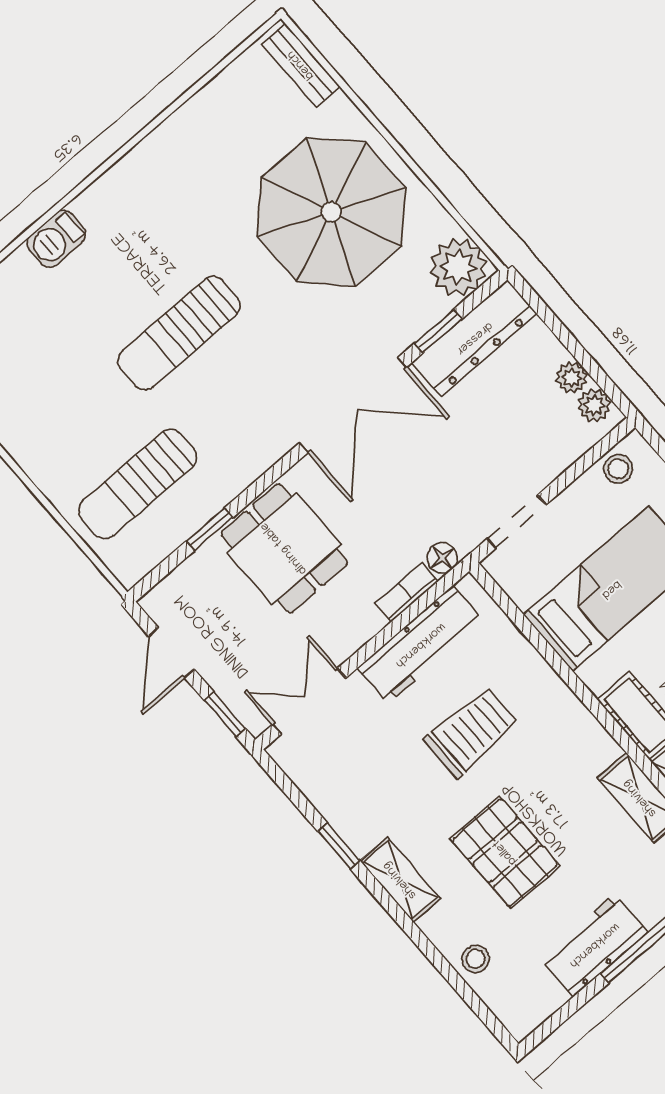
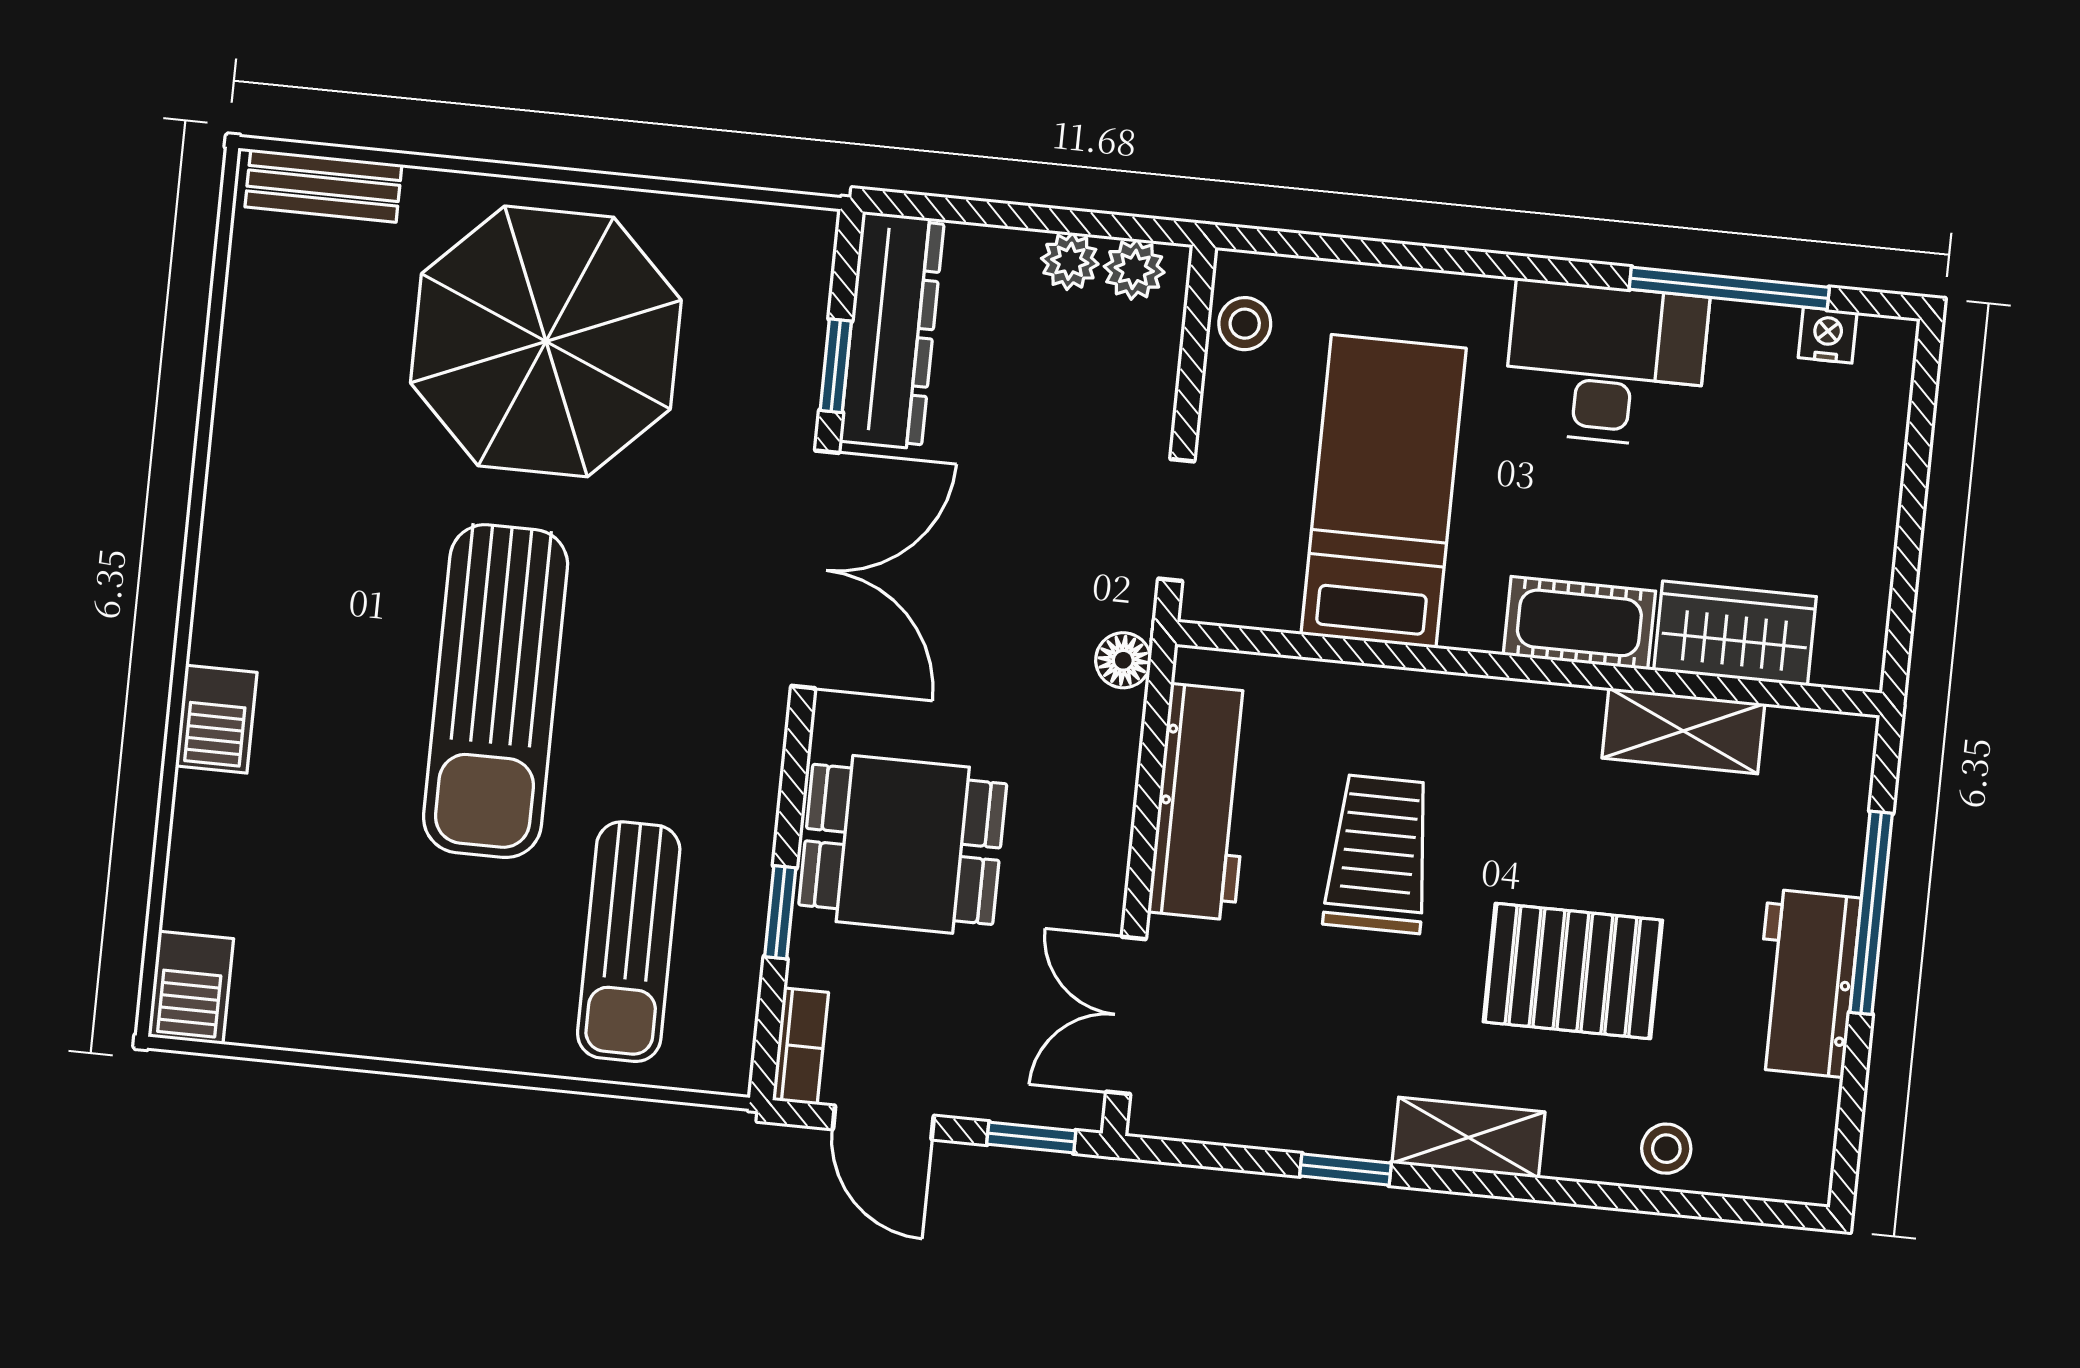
plant: (458, 267) -> (783, 256), removed
sun lounger: (179, 333) -> (496, 691), width x1.36, depth x1.34
bookcase: (407, 592) -> (800, 1046), moved, turned 180

